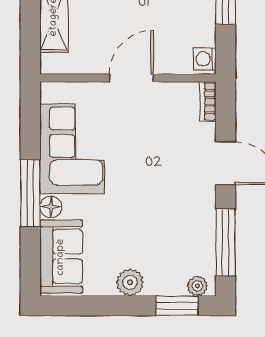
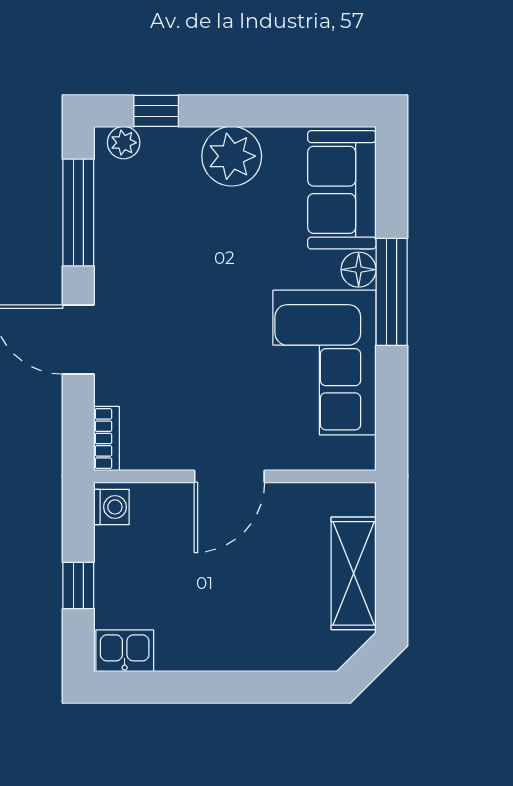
plant: (130, 282) -> (232, 156), width x1.36, depth x1.36
window: (177, 306) -> (156, 111), width x0.67

